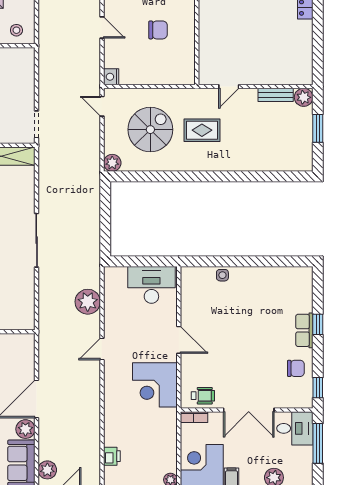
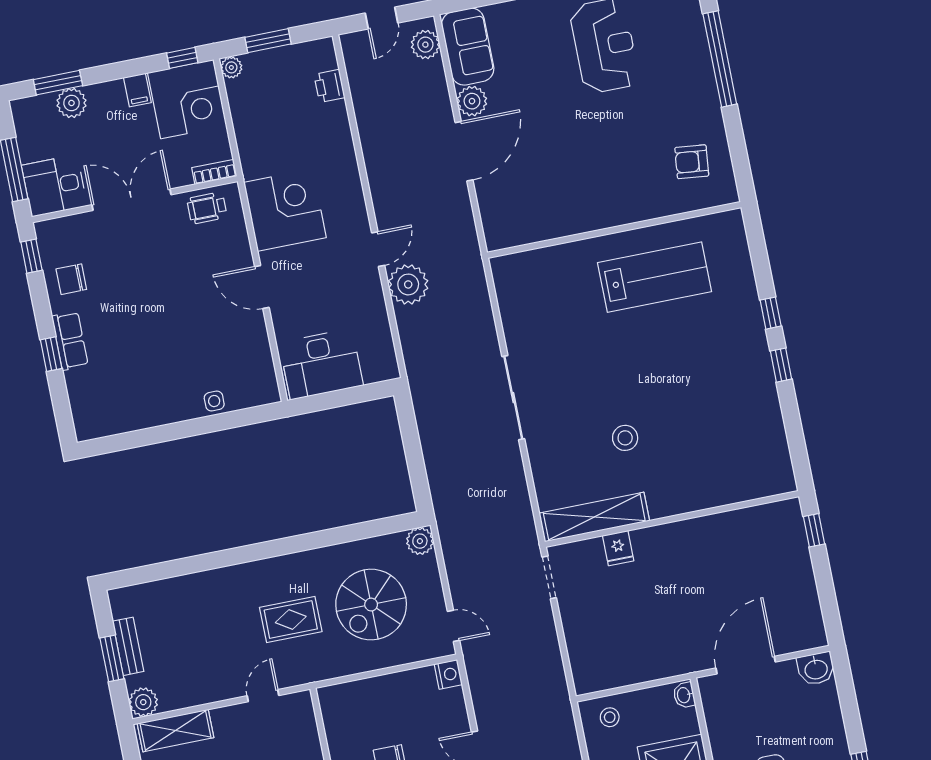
shelving: (287, 76) -> (175, 731), added
bench: (276, 95) -> (128, 646), moved, turned 90
plant: (88, 302) -> (408, 284), moved

